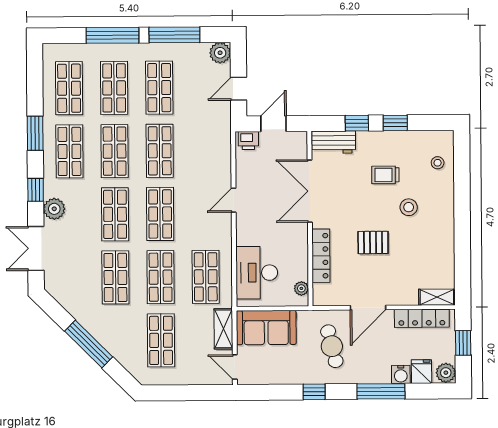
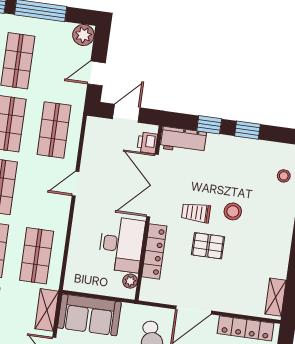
printer: (248, 141) -> (147, 143), moved, turned 90
shop shelf: (205, 150) -> (54, 130), added
trolley: (385, 175) -> (196, 213), moved
stool: (409, 207) -> (233, 211), moved
desk: (257, 273) -> (121, 244), moved, turned 180
shelving: (437, 297) -> (275, 297), moved, turned 90

